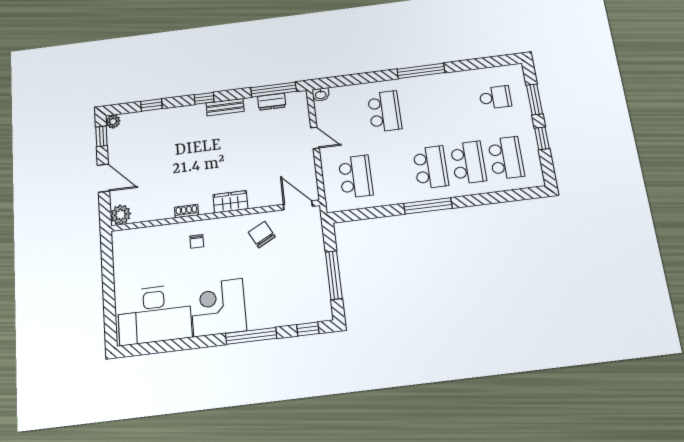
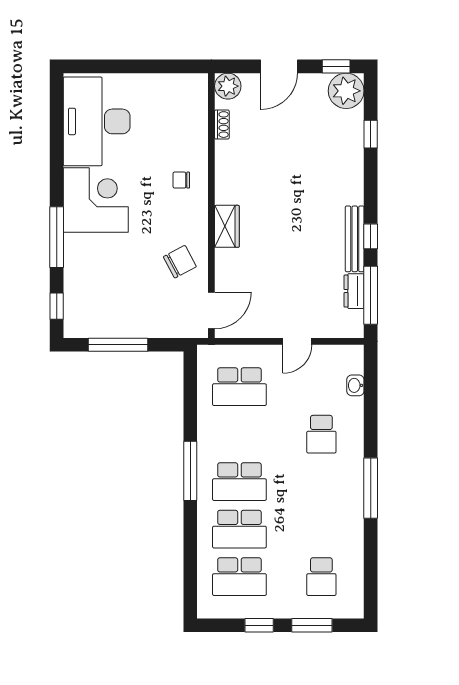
washbasin: (321, 95) -> (355, 385), moved
window: (204, 98) -> (371, 236), moved
bench: (225, 107) -> (355, 239), width x1.36
school desk: (385, 111) -> (321, 434), width x0.54
plant: (113, 122) -> (346, 91), width x1.87, depth x1.87
shoe rack: (186, 211) -> (222, 125), moved

